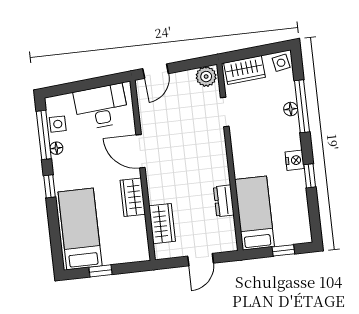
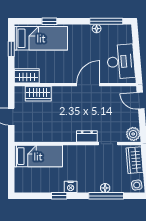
side table: (58, 124) -> (113, 31), removed
window: (50, 186) -> (49, 21), moved
wardrobe: (133, 197) -> (27, 76), moved
dresser: (224, 201) -> (87, 136), moved
window: (283, 250) -> (11, 173), removed

